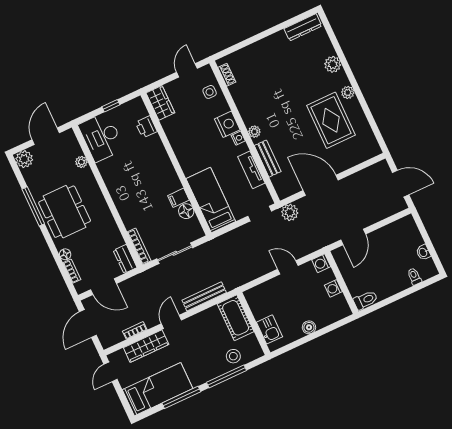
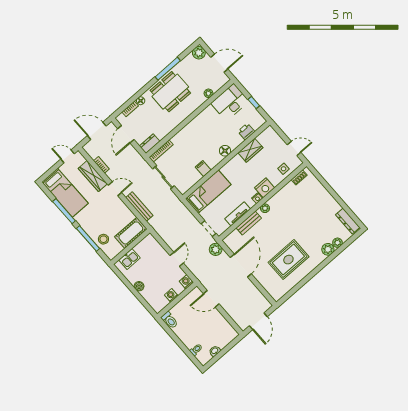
plant: (348, 93) -> (337, 243), moved
wardrobe: (160, 103) -> (250, 150), moved
floor lamp: (186, 211) -> (225, 151), moved

